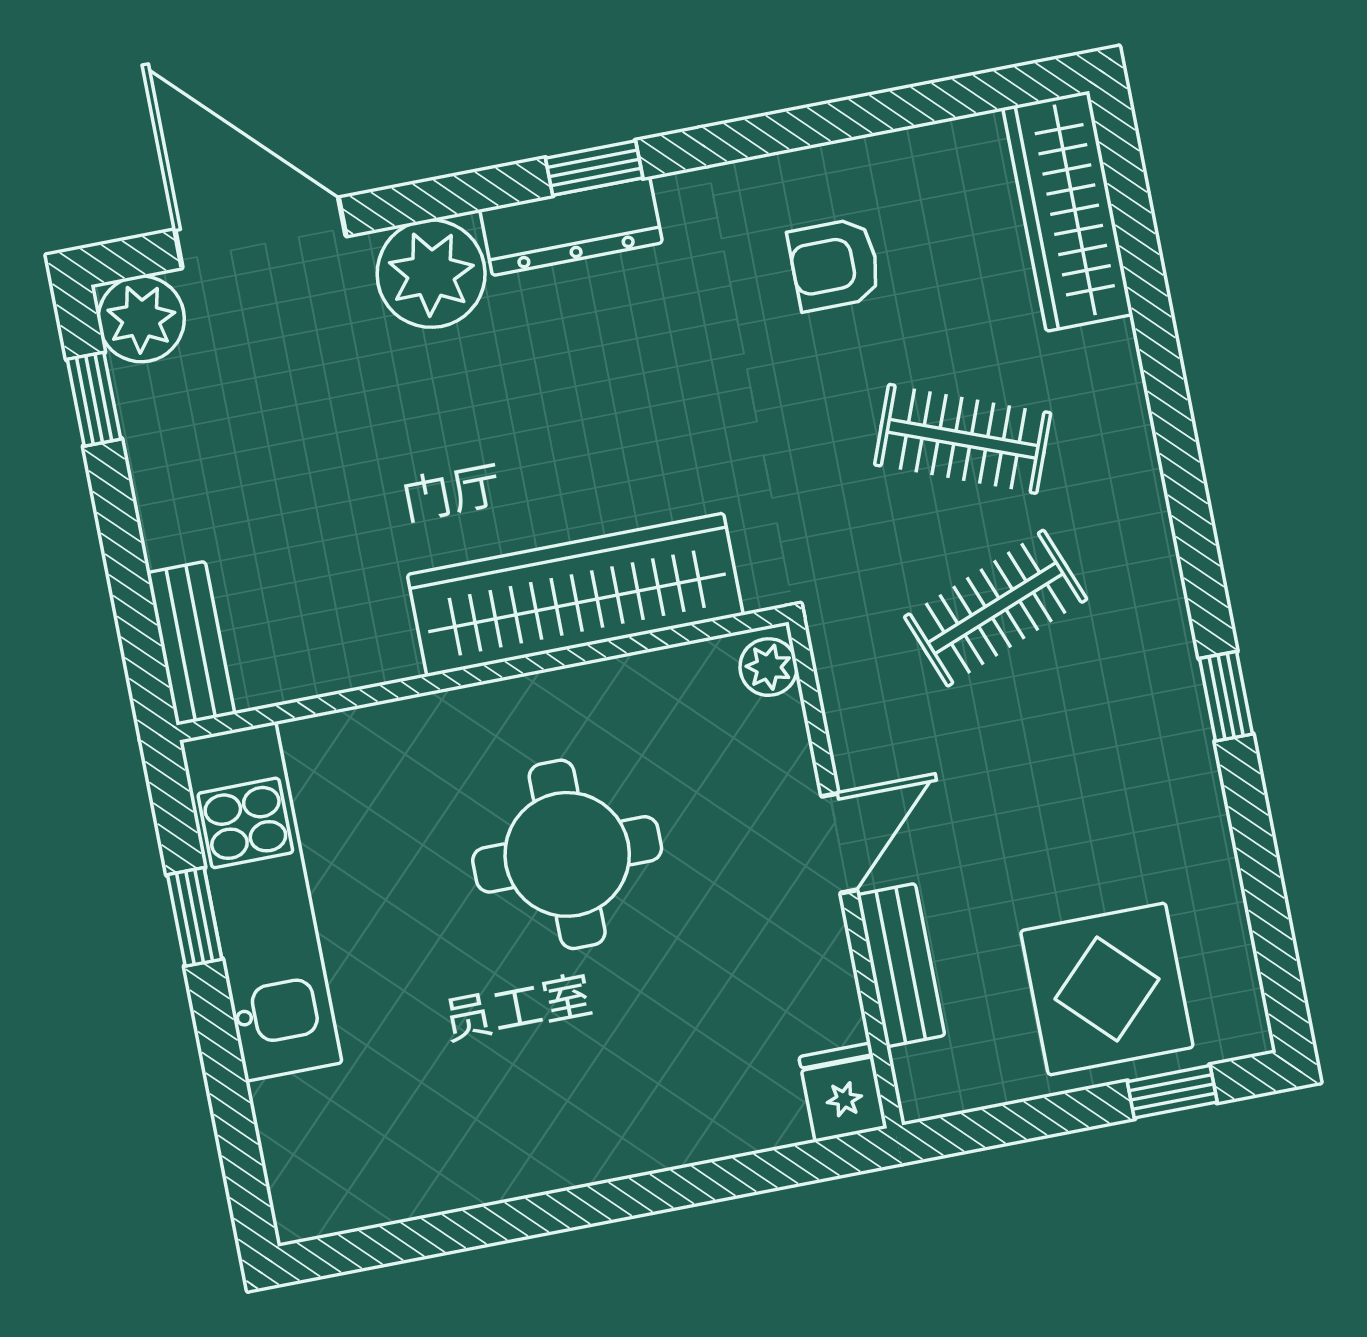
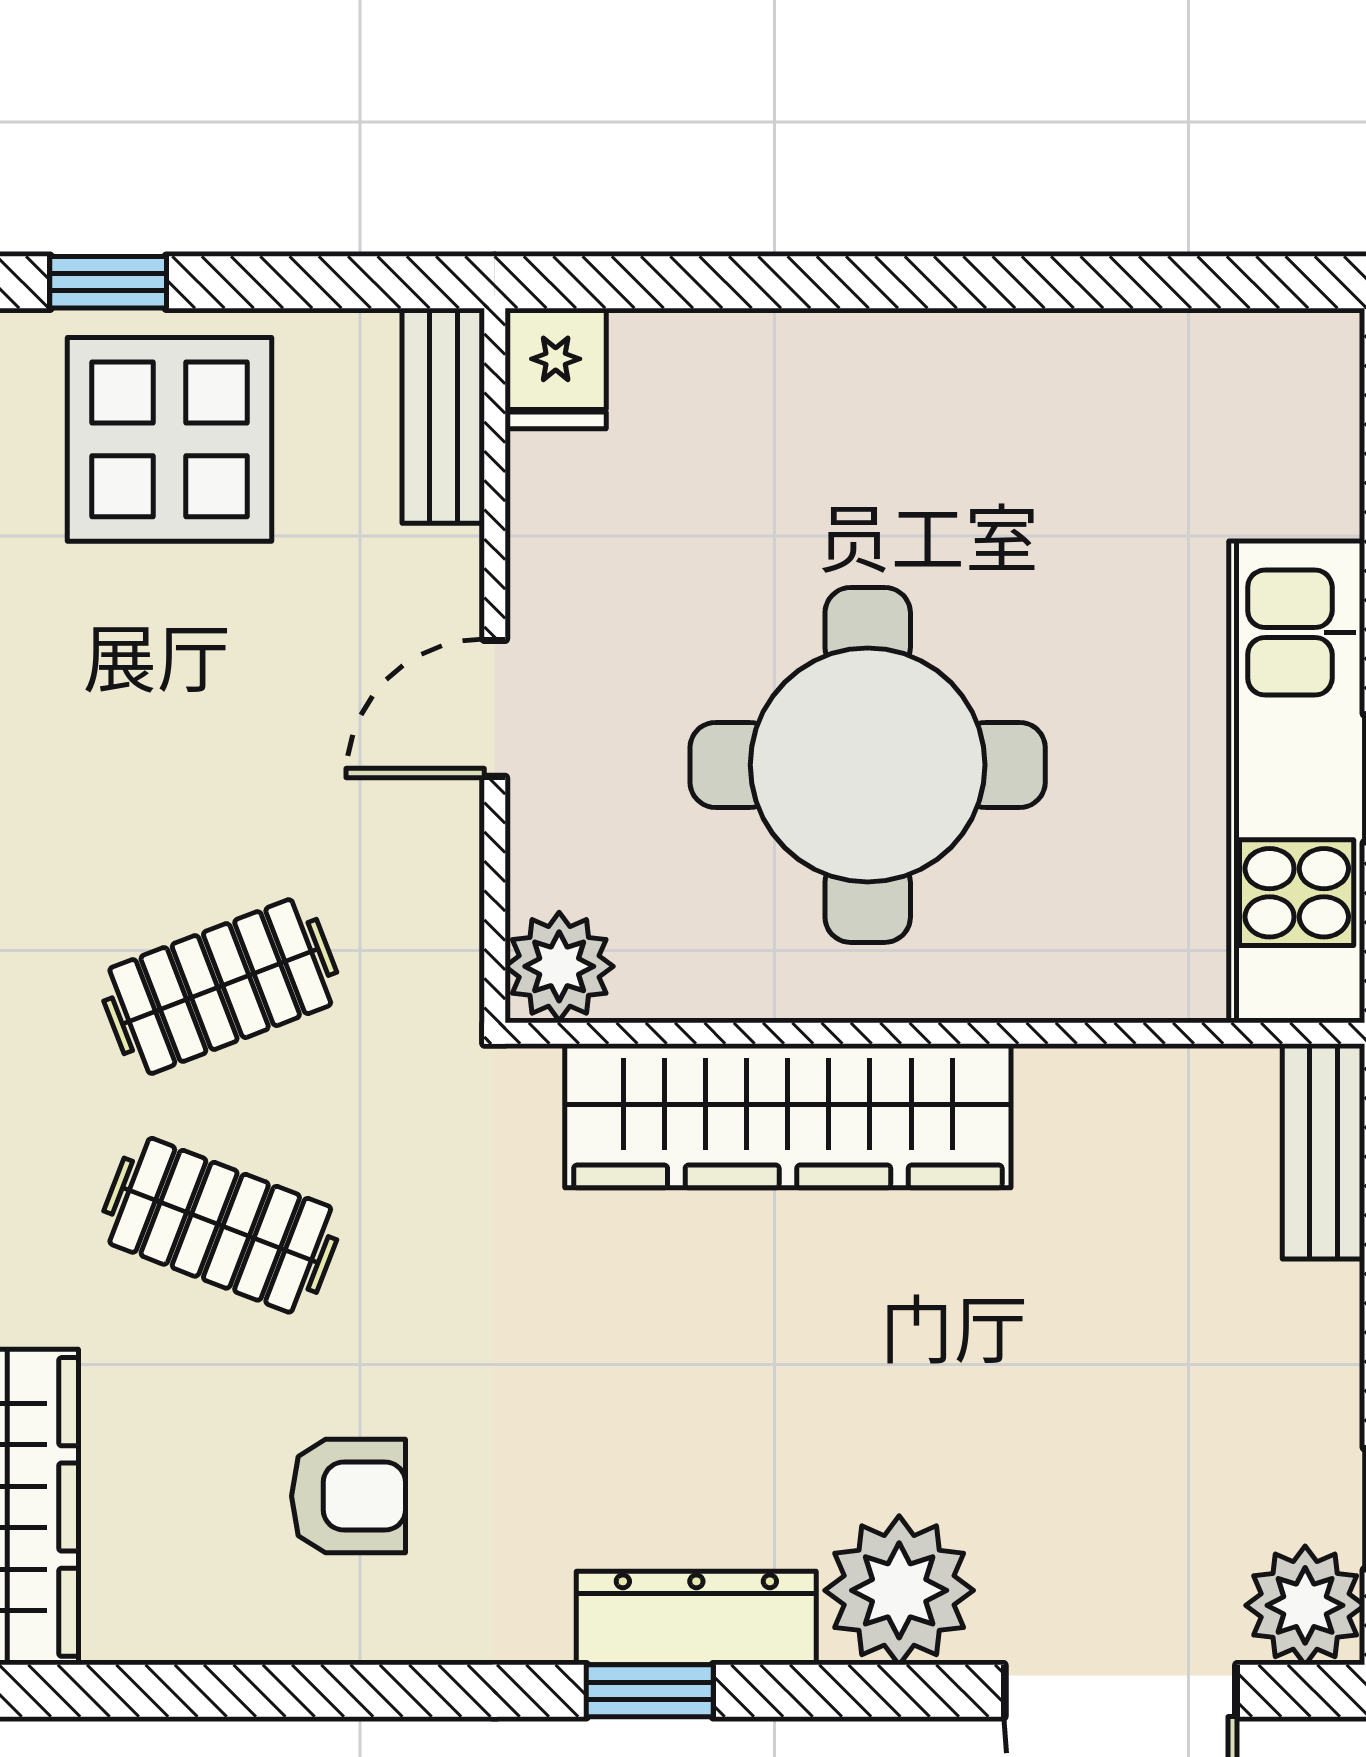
plant: (769, 667) -> (559, 966), width x1.38, depth x1.38
round table: (567, 854) -> (868, 765), width x1.36, depth x1.36
bench: (901, 965) -> (443, 416), moved

